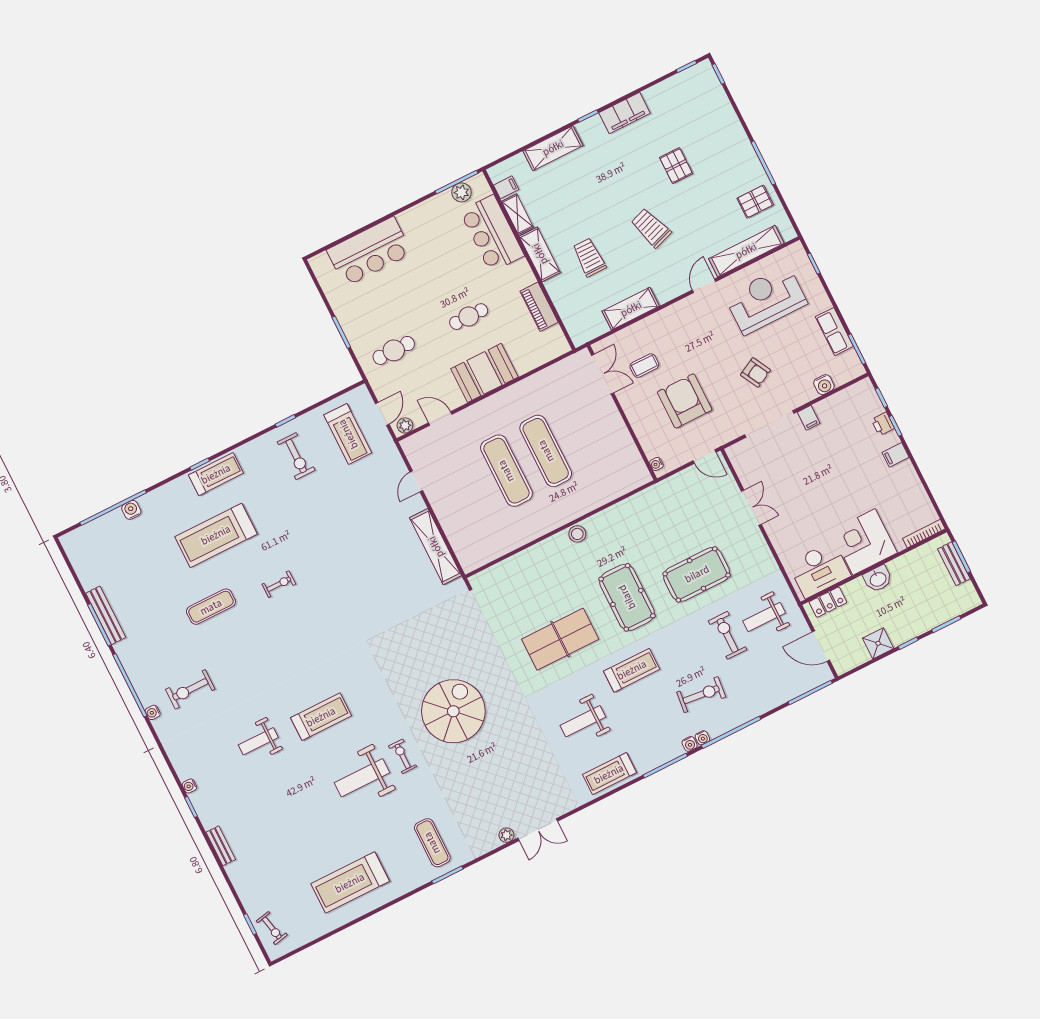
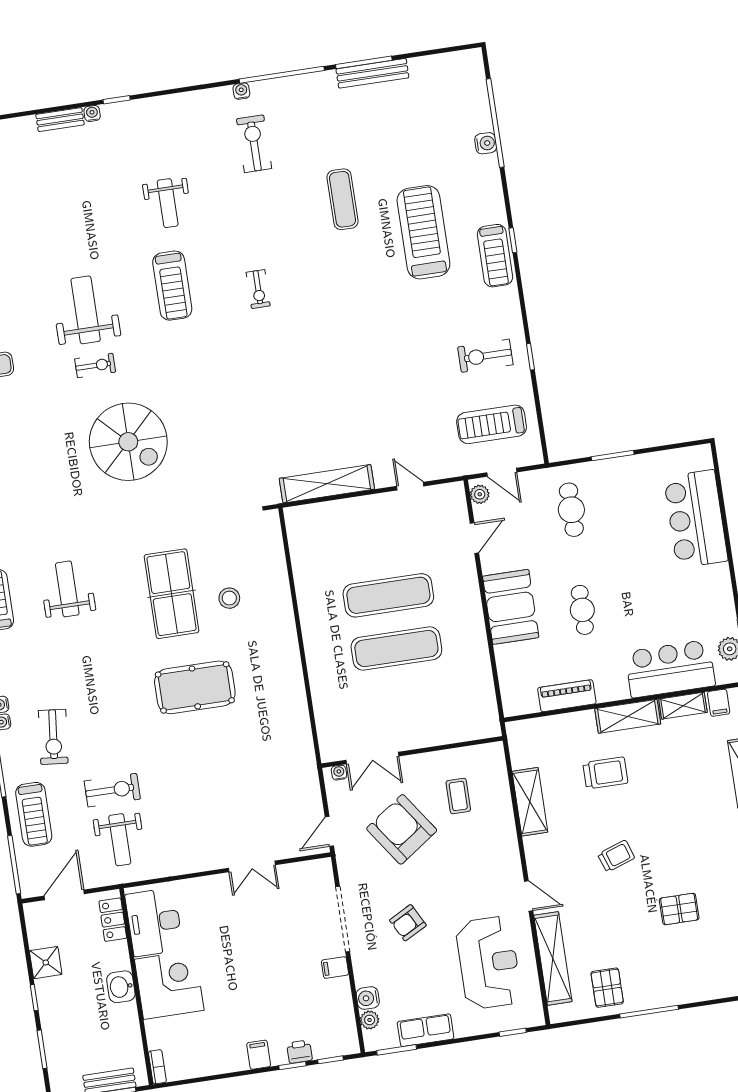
trolley: (651, 228) -> (616, 856), width x0.73, depth x0.72
double door: (603, 374) -> (372, 758), moved
plant: (841, 378) -> (370, 1020), added
armchair: (685, 401) -> (402, 829), turned -125
stool: (577, 534) -> (229, 598), moved
bookcase: (924, 534) -> (157, 1067), width x0.64
pool table: (697, 574) -> (195, 777), removed
exercise bike: (279, 584) -> (258, 289), moved
weight bench: (764, 617) -> (120, 840), turned 180
treadmill: (632, 670) -> (34, 814), moved
weight bench: (258, 741) -> (168, 203), turned 180
water cooler: (190, 786) -> (92, 113), moved

